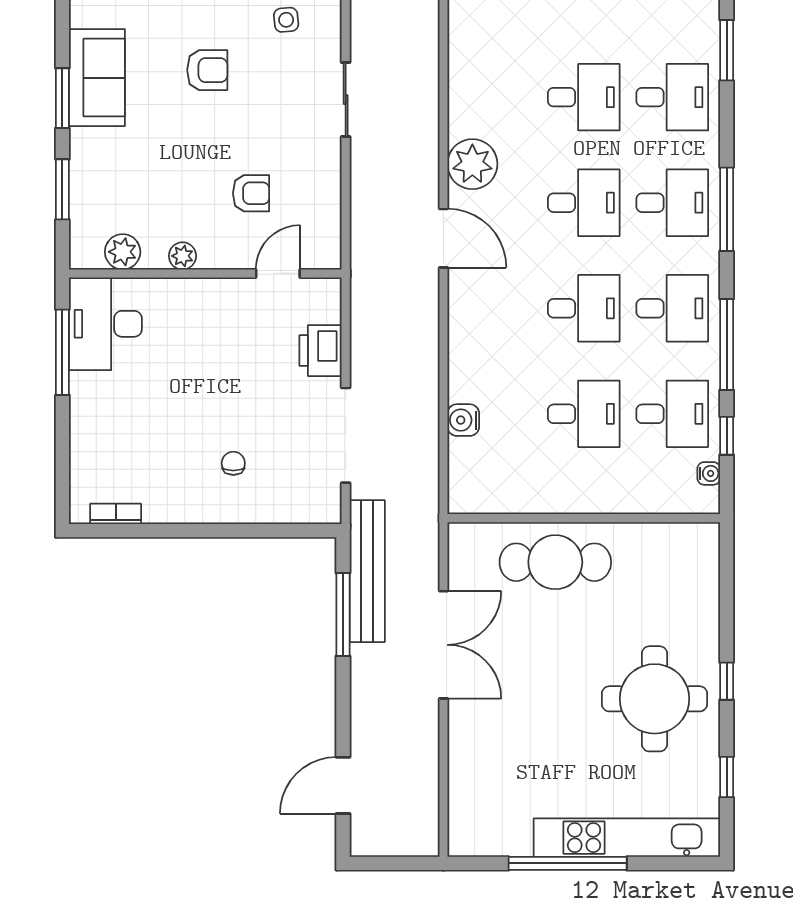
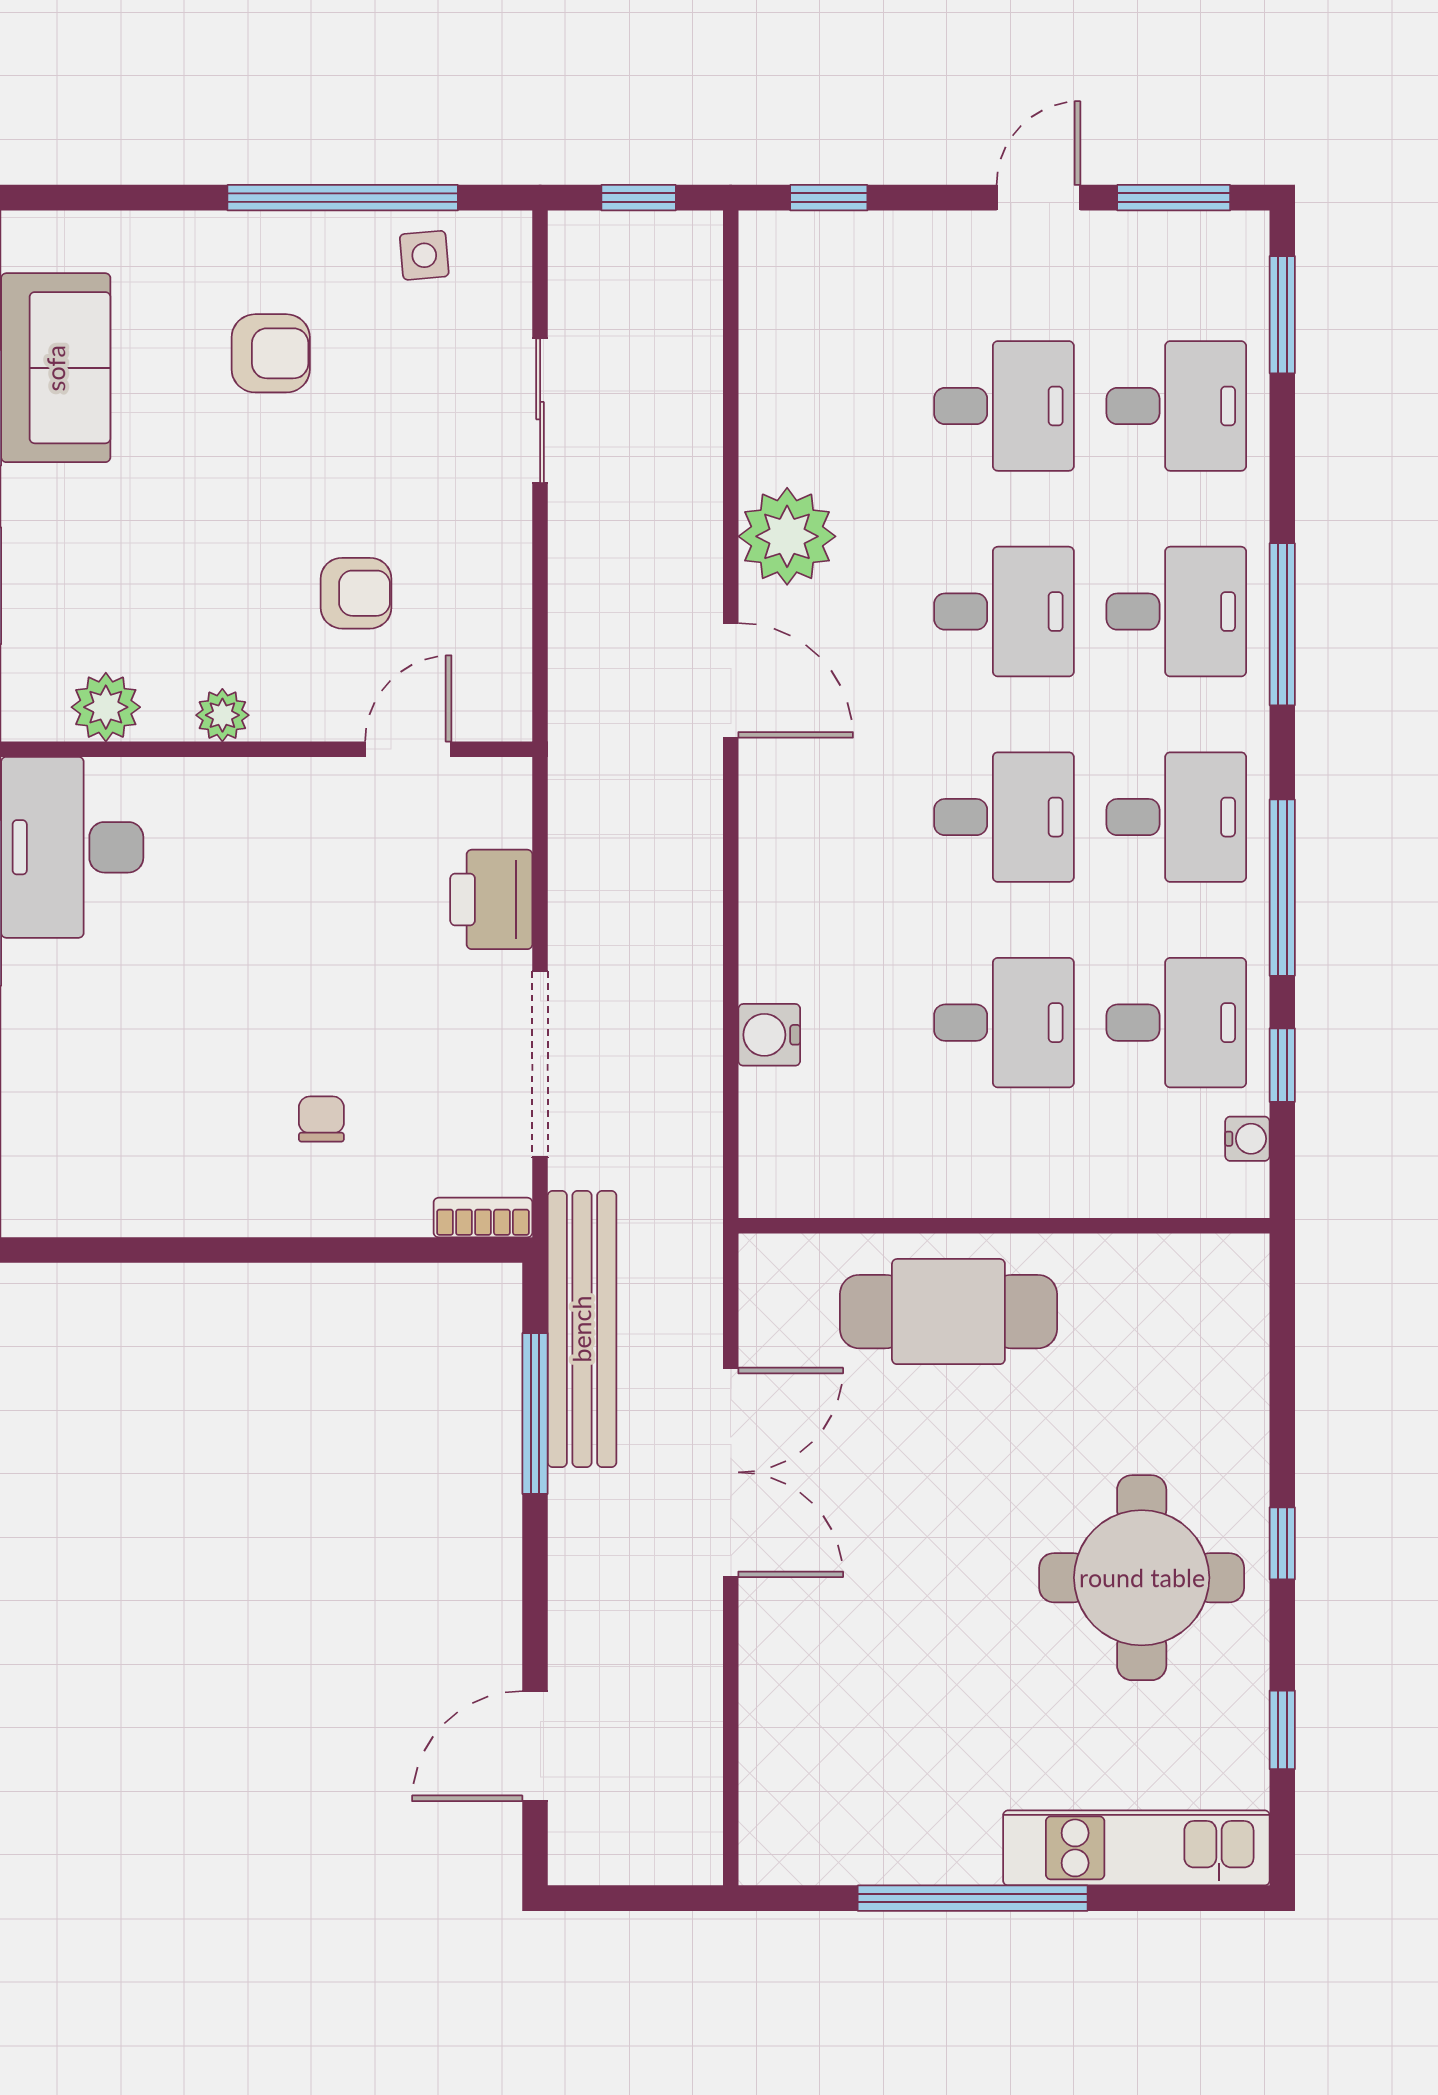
bookcase: (116, 514) -> (483, 1218), moved
kitchen unit: (627, 838) -> (1136, 1848), width x0.73

